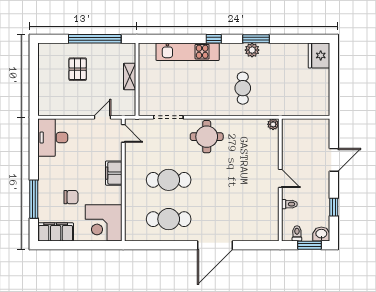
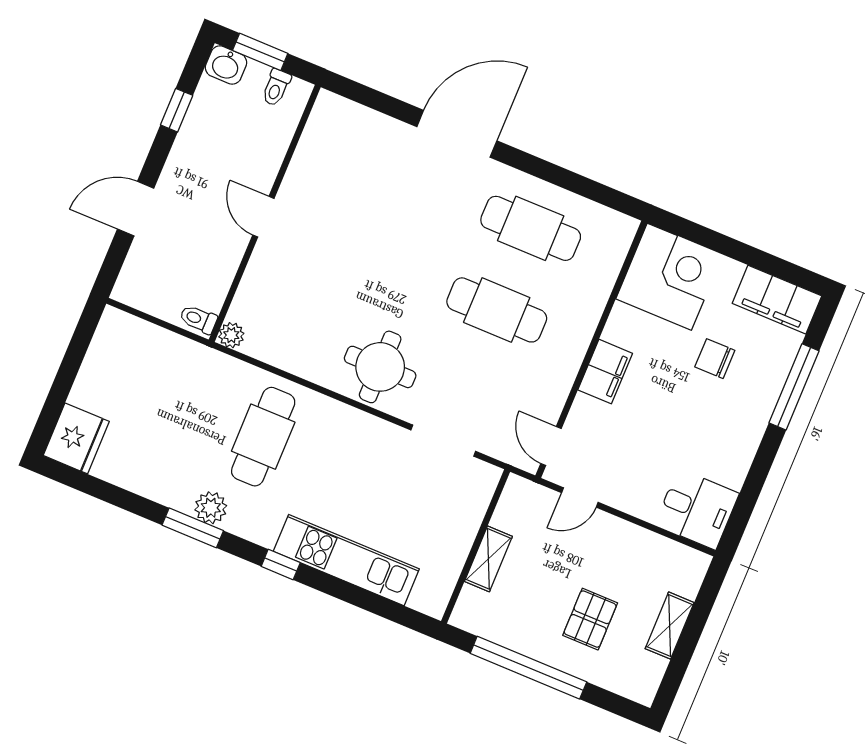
shelving: (44, 80) -> (670, 626), added
cafe table: (243, 88) -> (263, 437), width x1.37, depth x1.35
desk: (53, 138) -> (697, 509), width x0.73
toilet: (289, 204) -> (198, 319), moved

